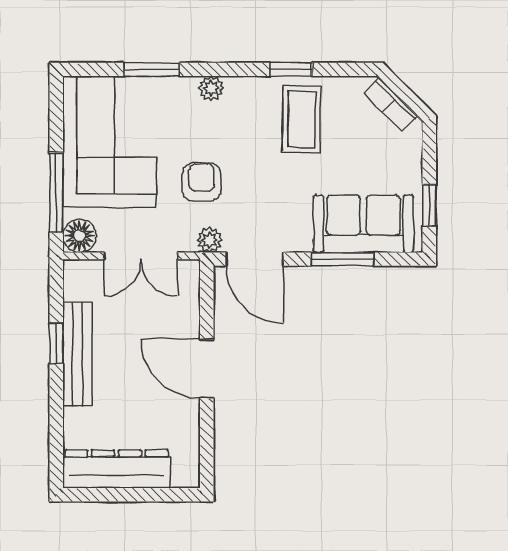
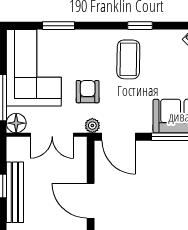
plant: (211, 88) -> (93, 37), removed
coffee table: (302, 119) -> (128, 59), moved

